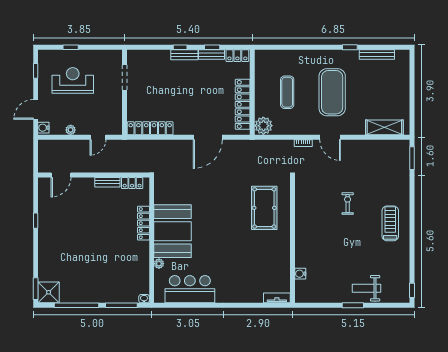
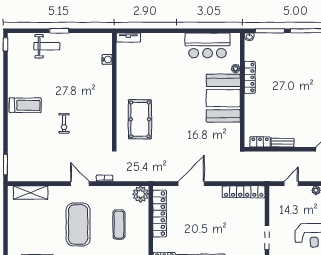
locker: (143, 223) -> (250, 77), moved
treadmill: (390, 223) -> (25, 105), turned -90

